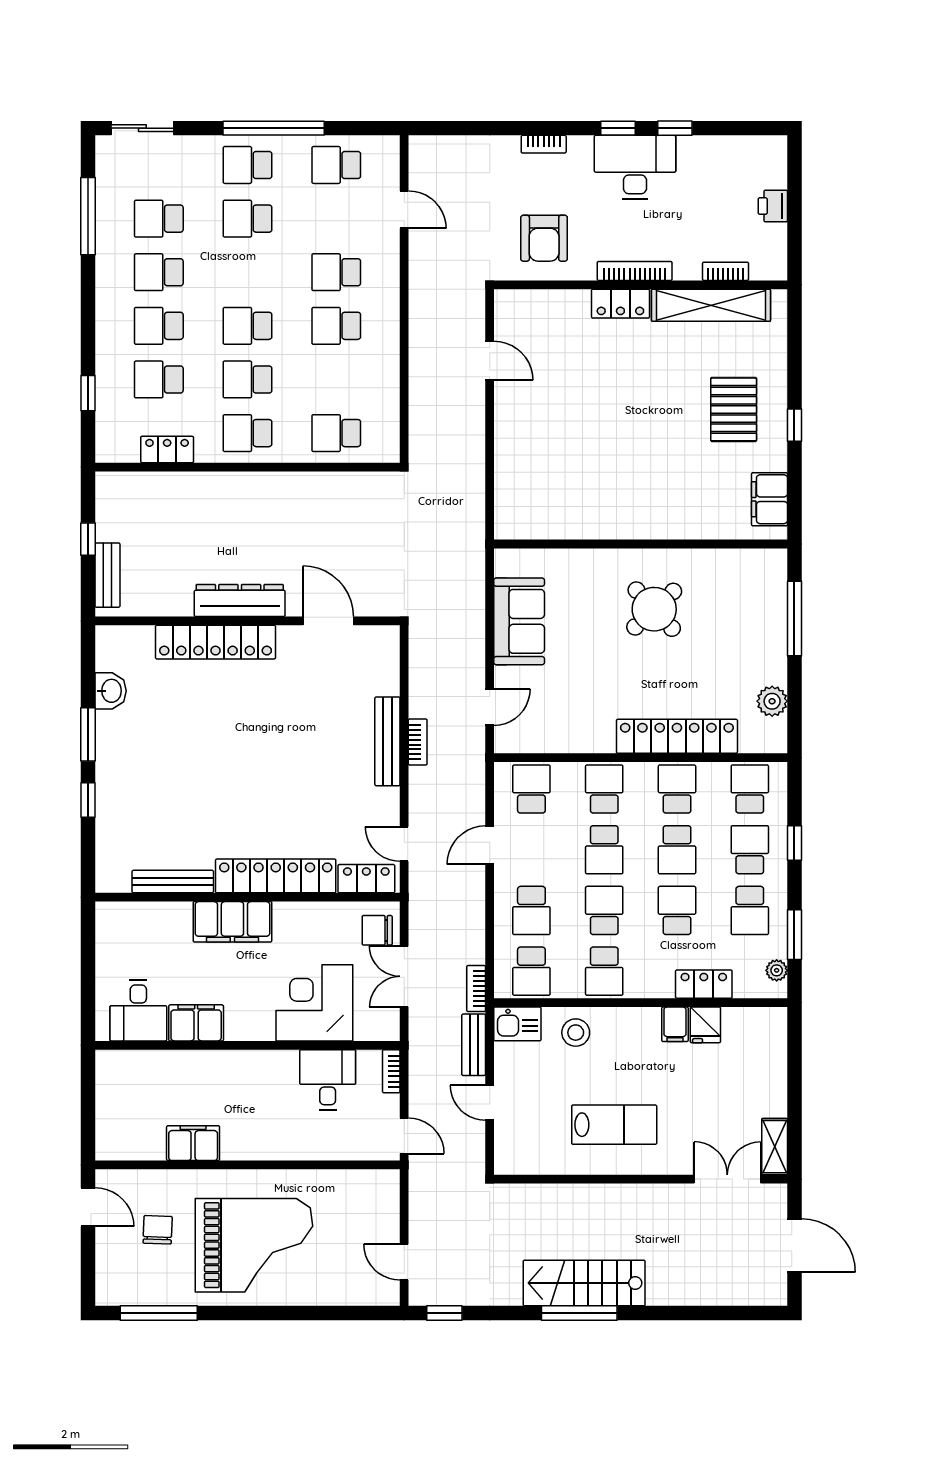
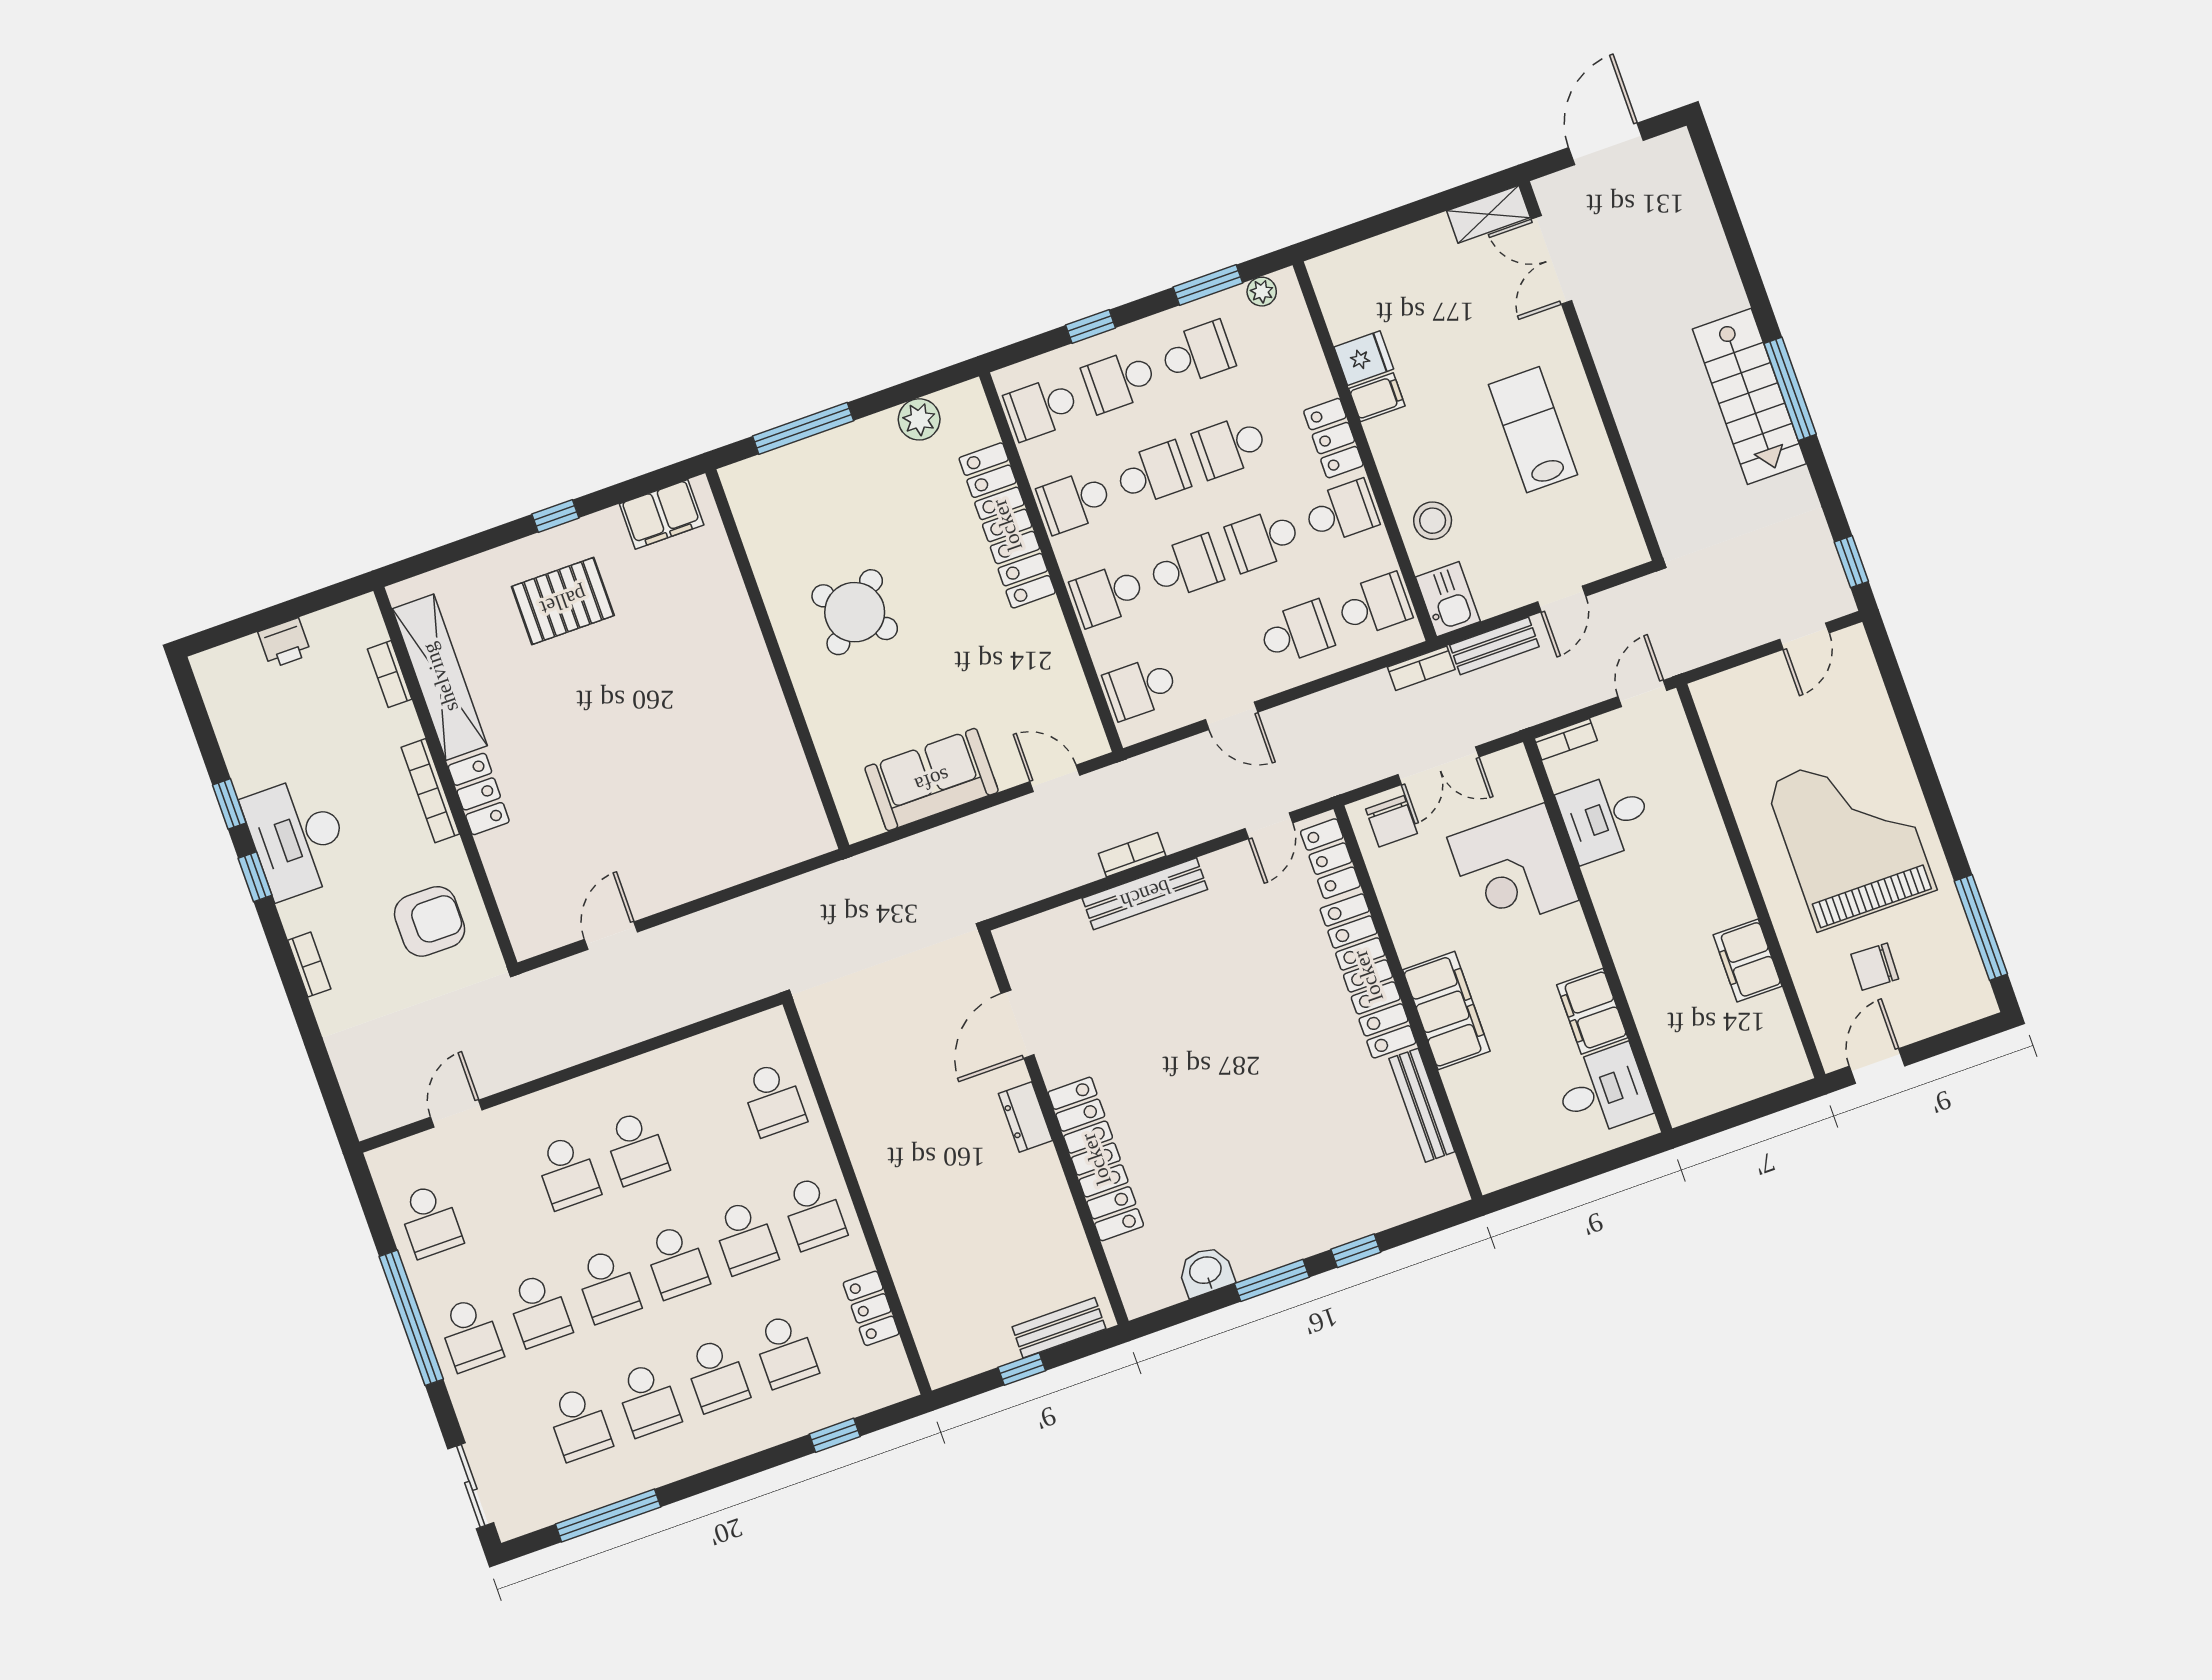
school desk: (248, 272) -> (608, 1286), added
dresser: (240, 600) -> (1026, 1117), width x0.51, depth x0.80
locker: (704, 984) -> (1333, 438), moved

